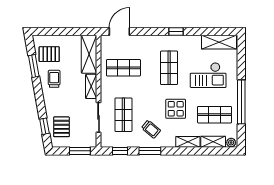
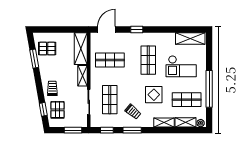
window: (176, 32) -> (137, 30), moved
trolley: (54, 79) -> (52, 88), moved

